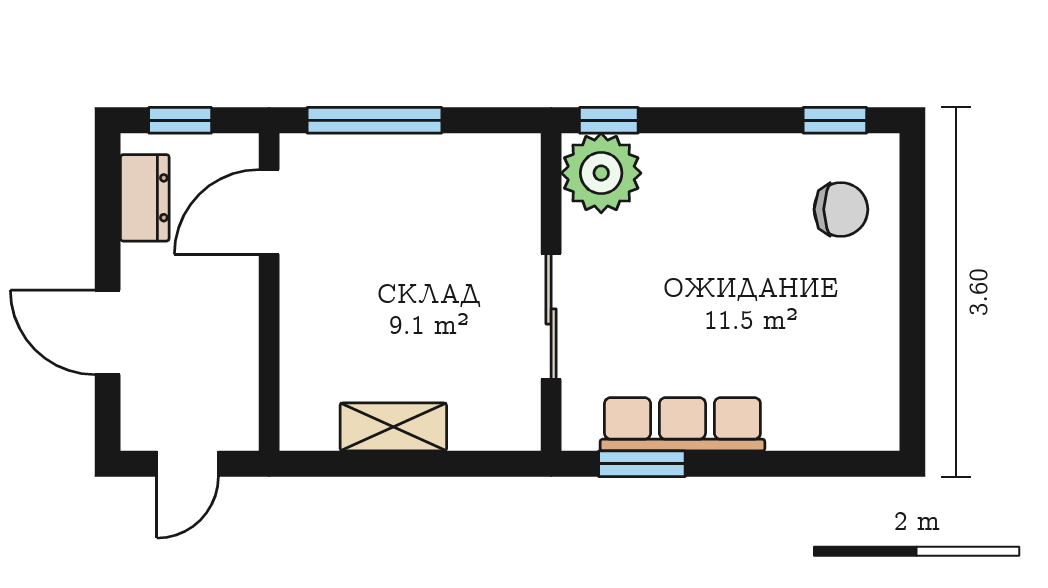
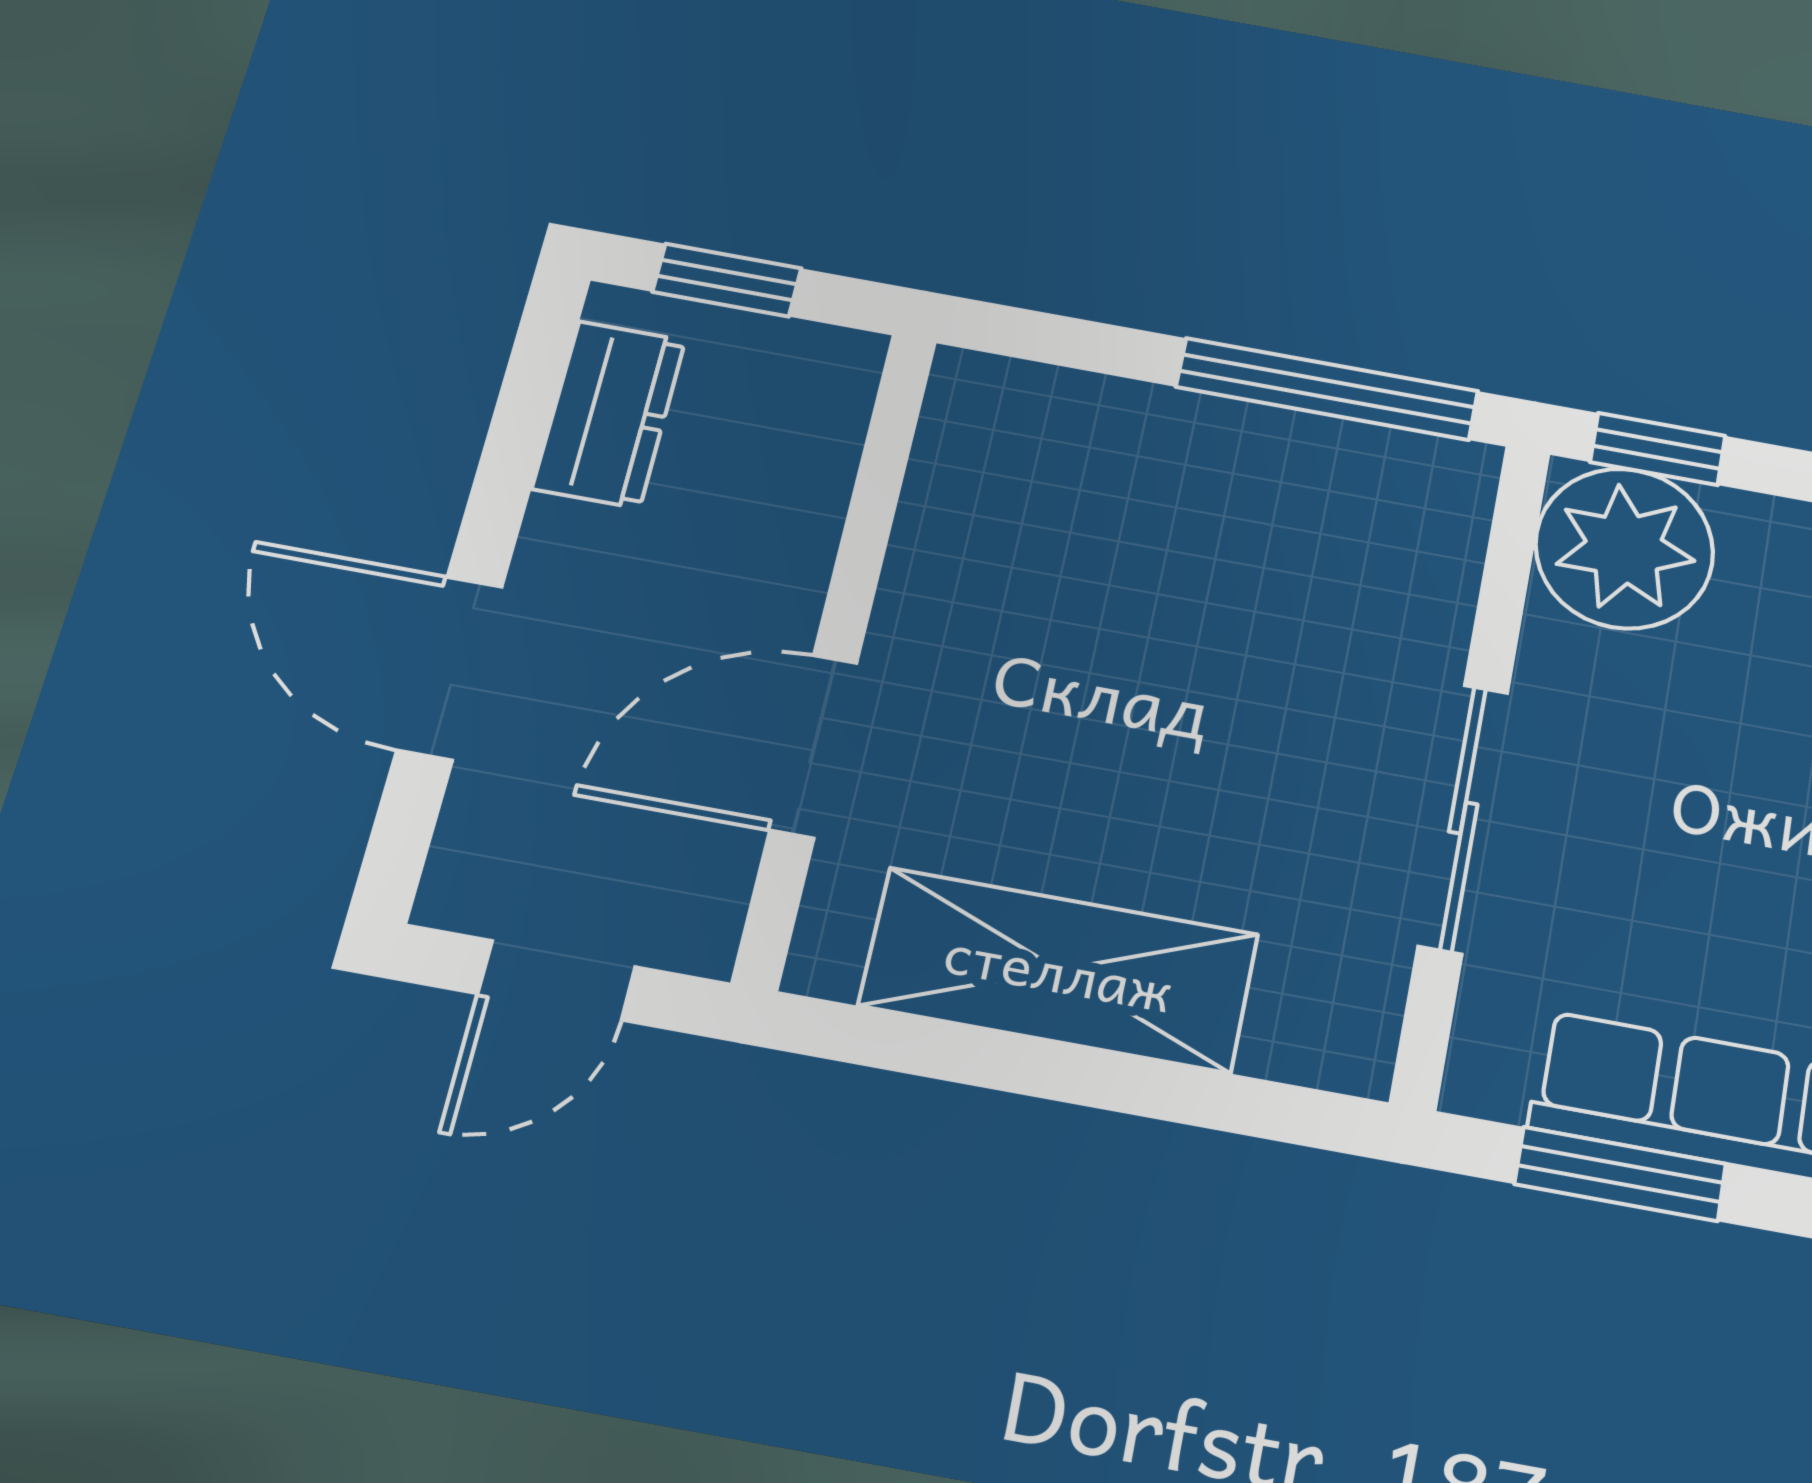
window: (374, 120) -> (1327, 389), moved
door: (269, 212) -> (814, 746), moved
shelving: (393, 427) -> (1059, 970), width x1.50, depth x1.33

